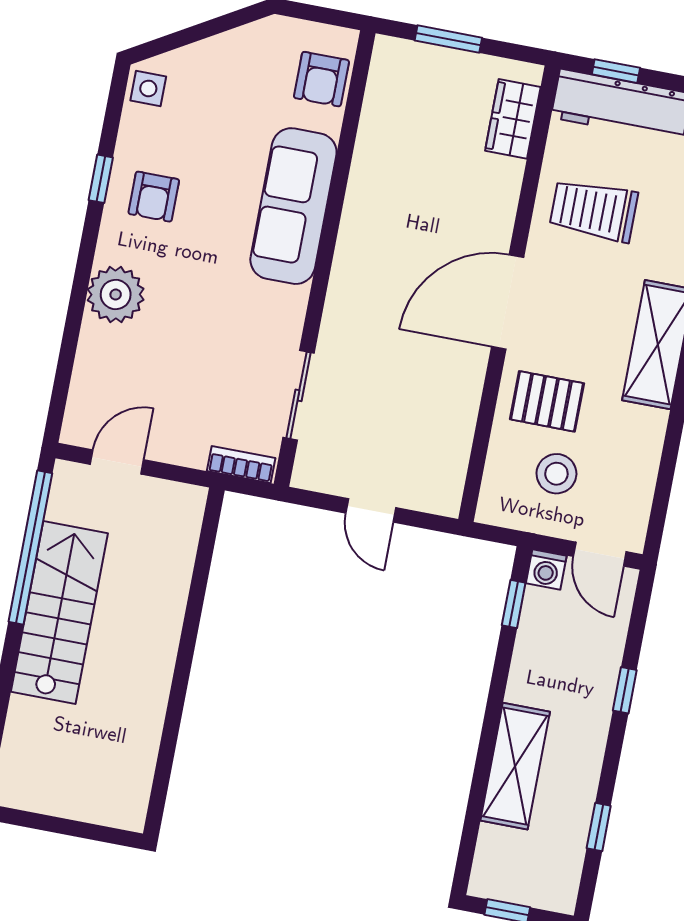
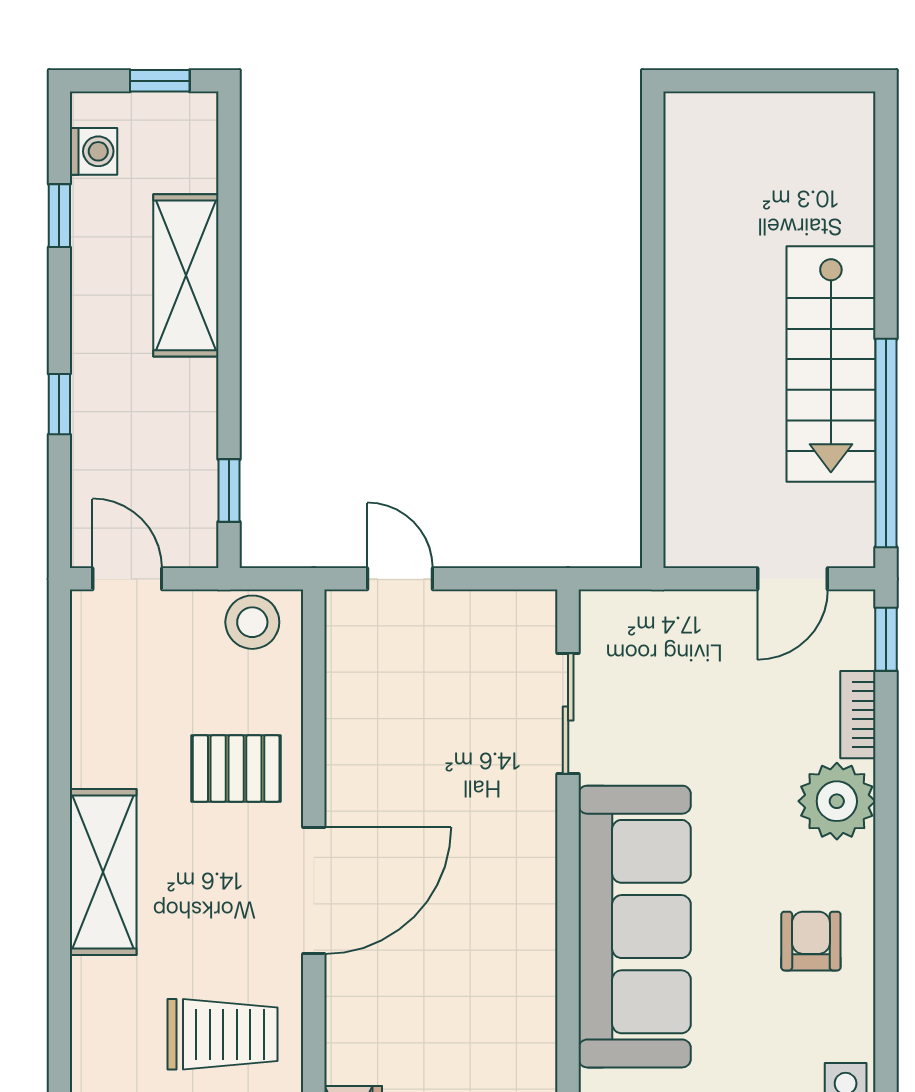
window: (101, 179) -> (886, 639), moved
sofa: (293, 206) -> (635, 927), width x1.36, depth x1.27
bookcase: (241, 465) -> (858, 715), moved, turned 90
stool: (556, 474) -> (252, 622), moved
door: (371, 510) -> (400, 579), moved
washing machine: (546, 570) -> (94, 151), moved, turned 90

